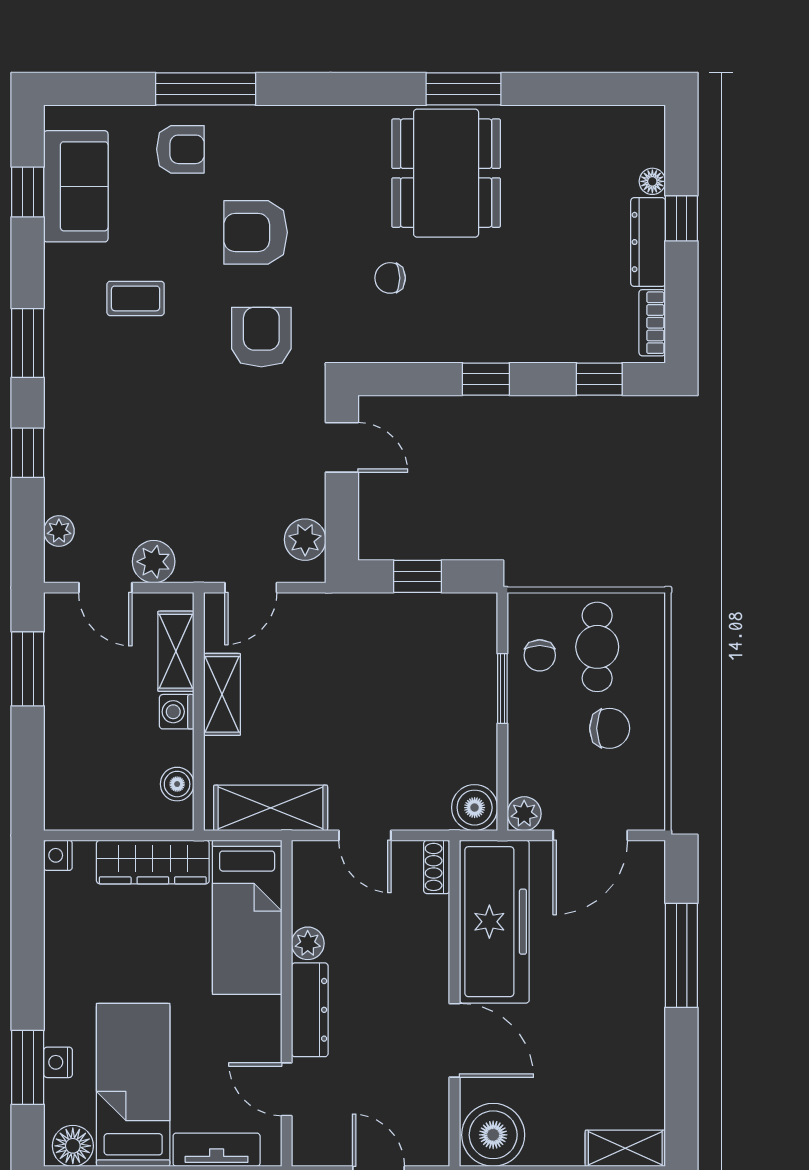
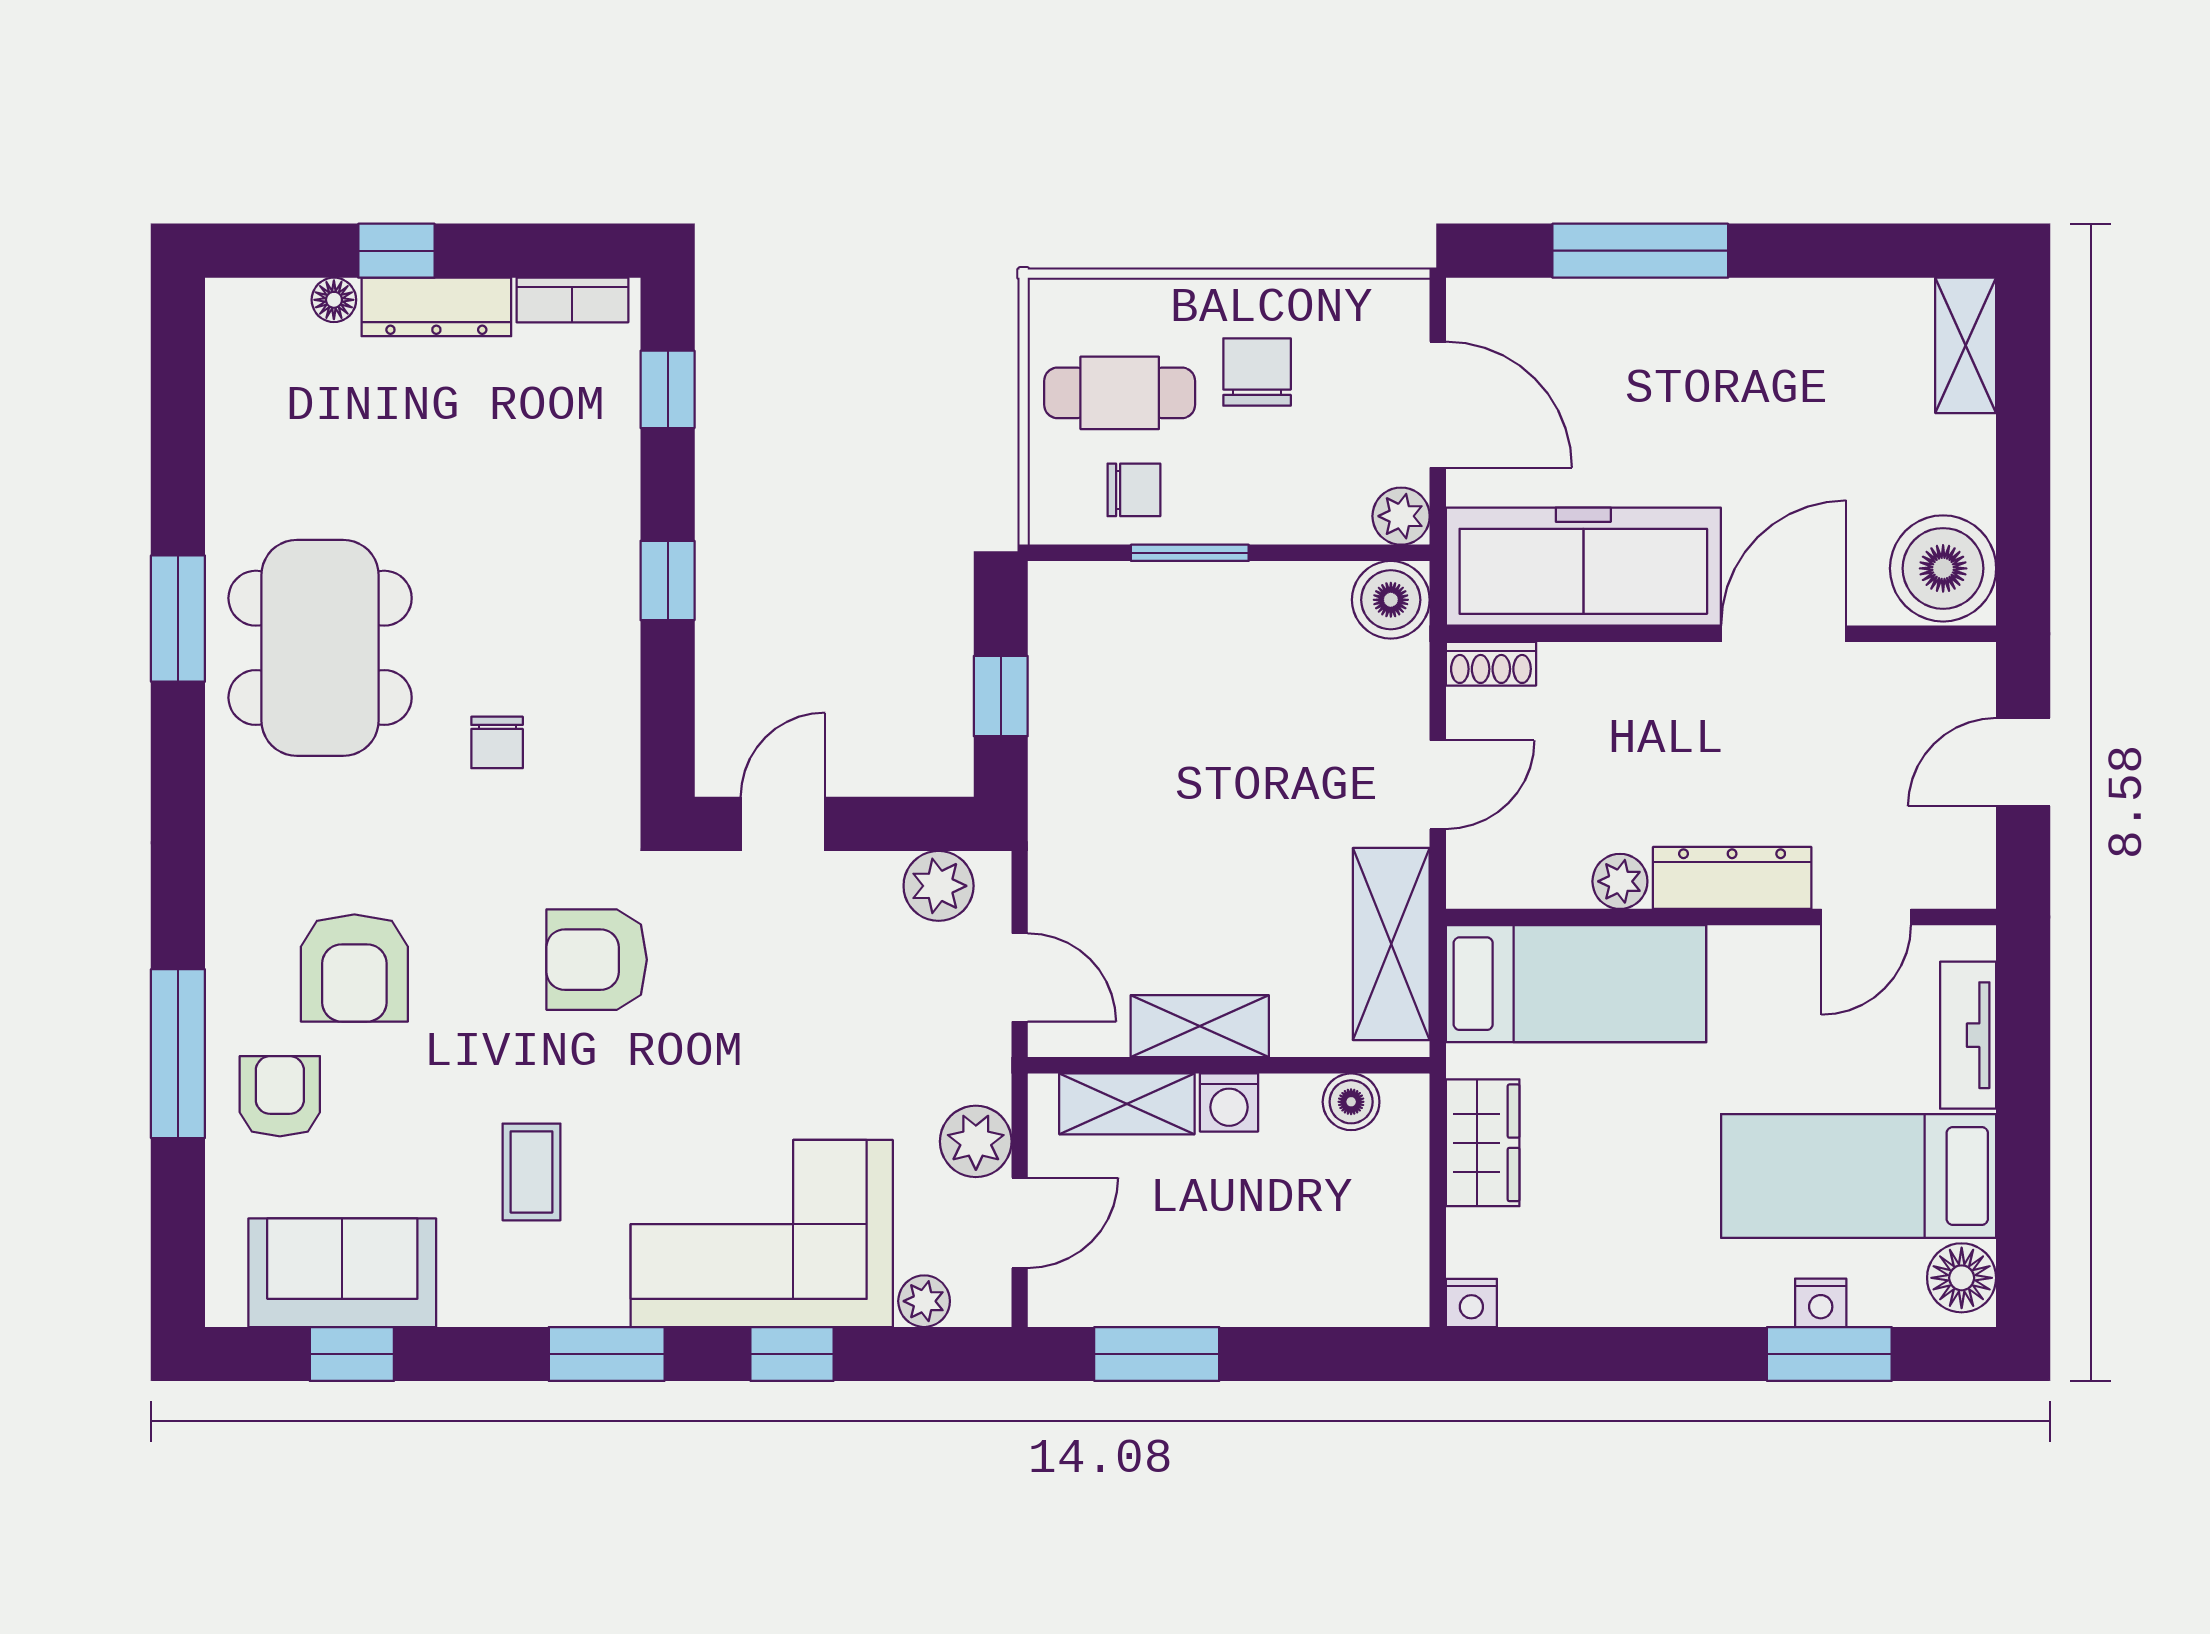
dining table: (446, 173) -> (320, 648), turned 90
armchair: (256, 232) -> (354, 968), moved
corner sofa: (99, 435) -> (762, 1233), added
wardrobe: (153, 862) -> (1483, 1143), width x0.67

